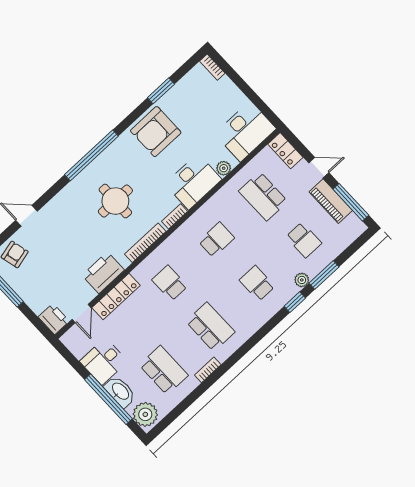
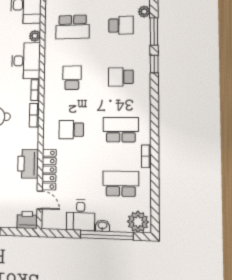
bookcase: (145, 243) -> (34, 115), width x0.64
plant: (302, 280) -> (144, 12), moved
washbasin: (120, 392) -> (102, 226), width x0.52, depth x0.69

